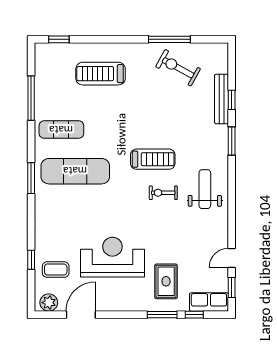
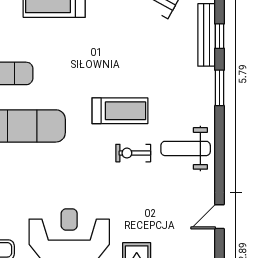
weight bench: (205, 189) -> (186, 148), turned -90
door: (232, 258) -> (219, 217), moved

